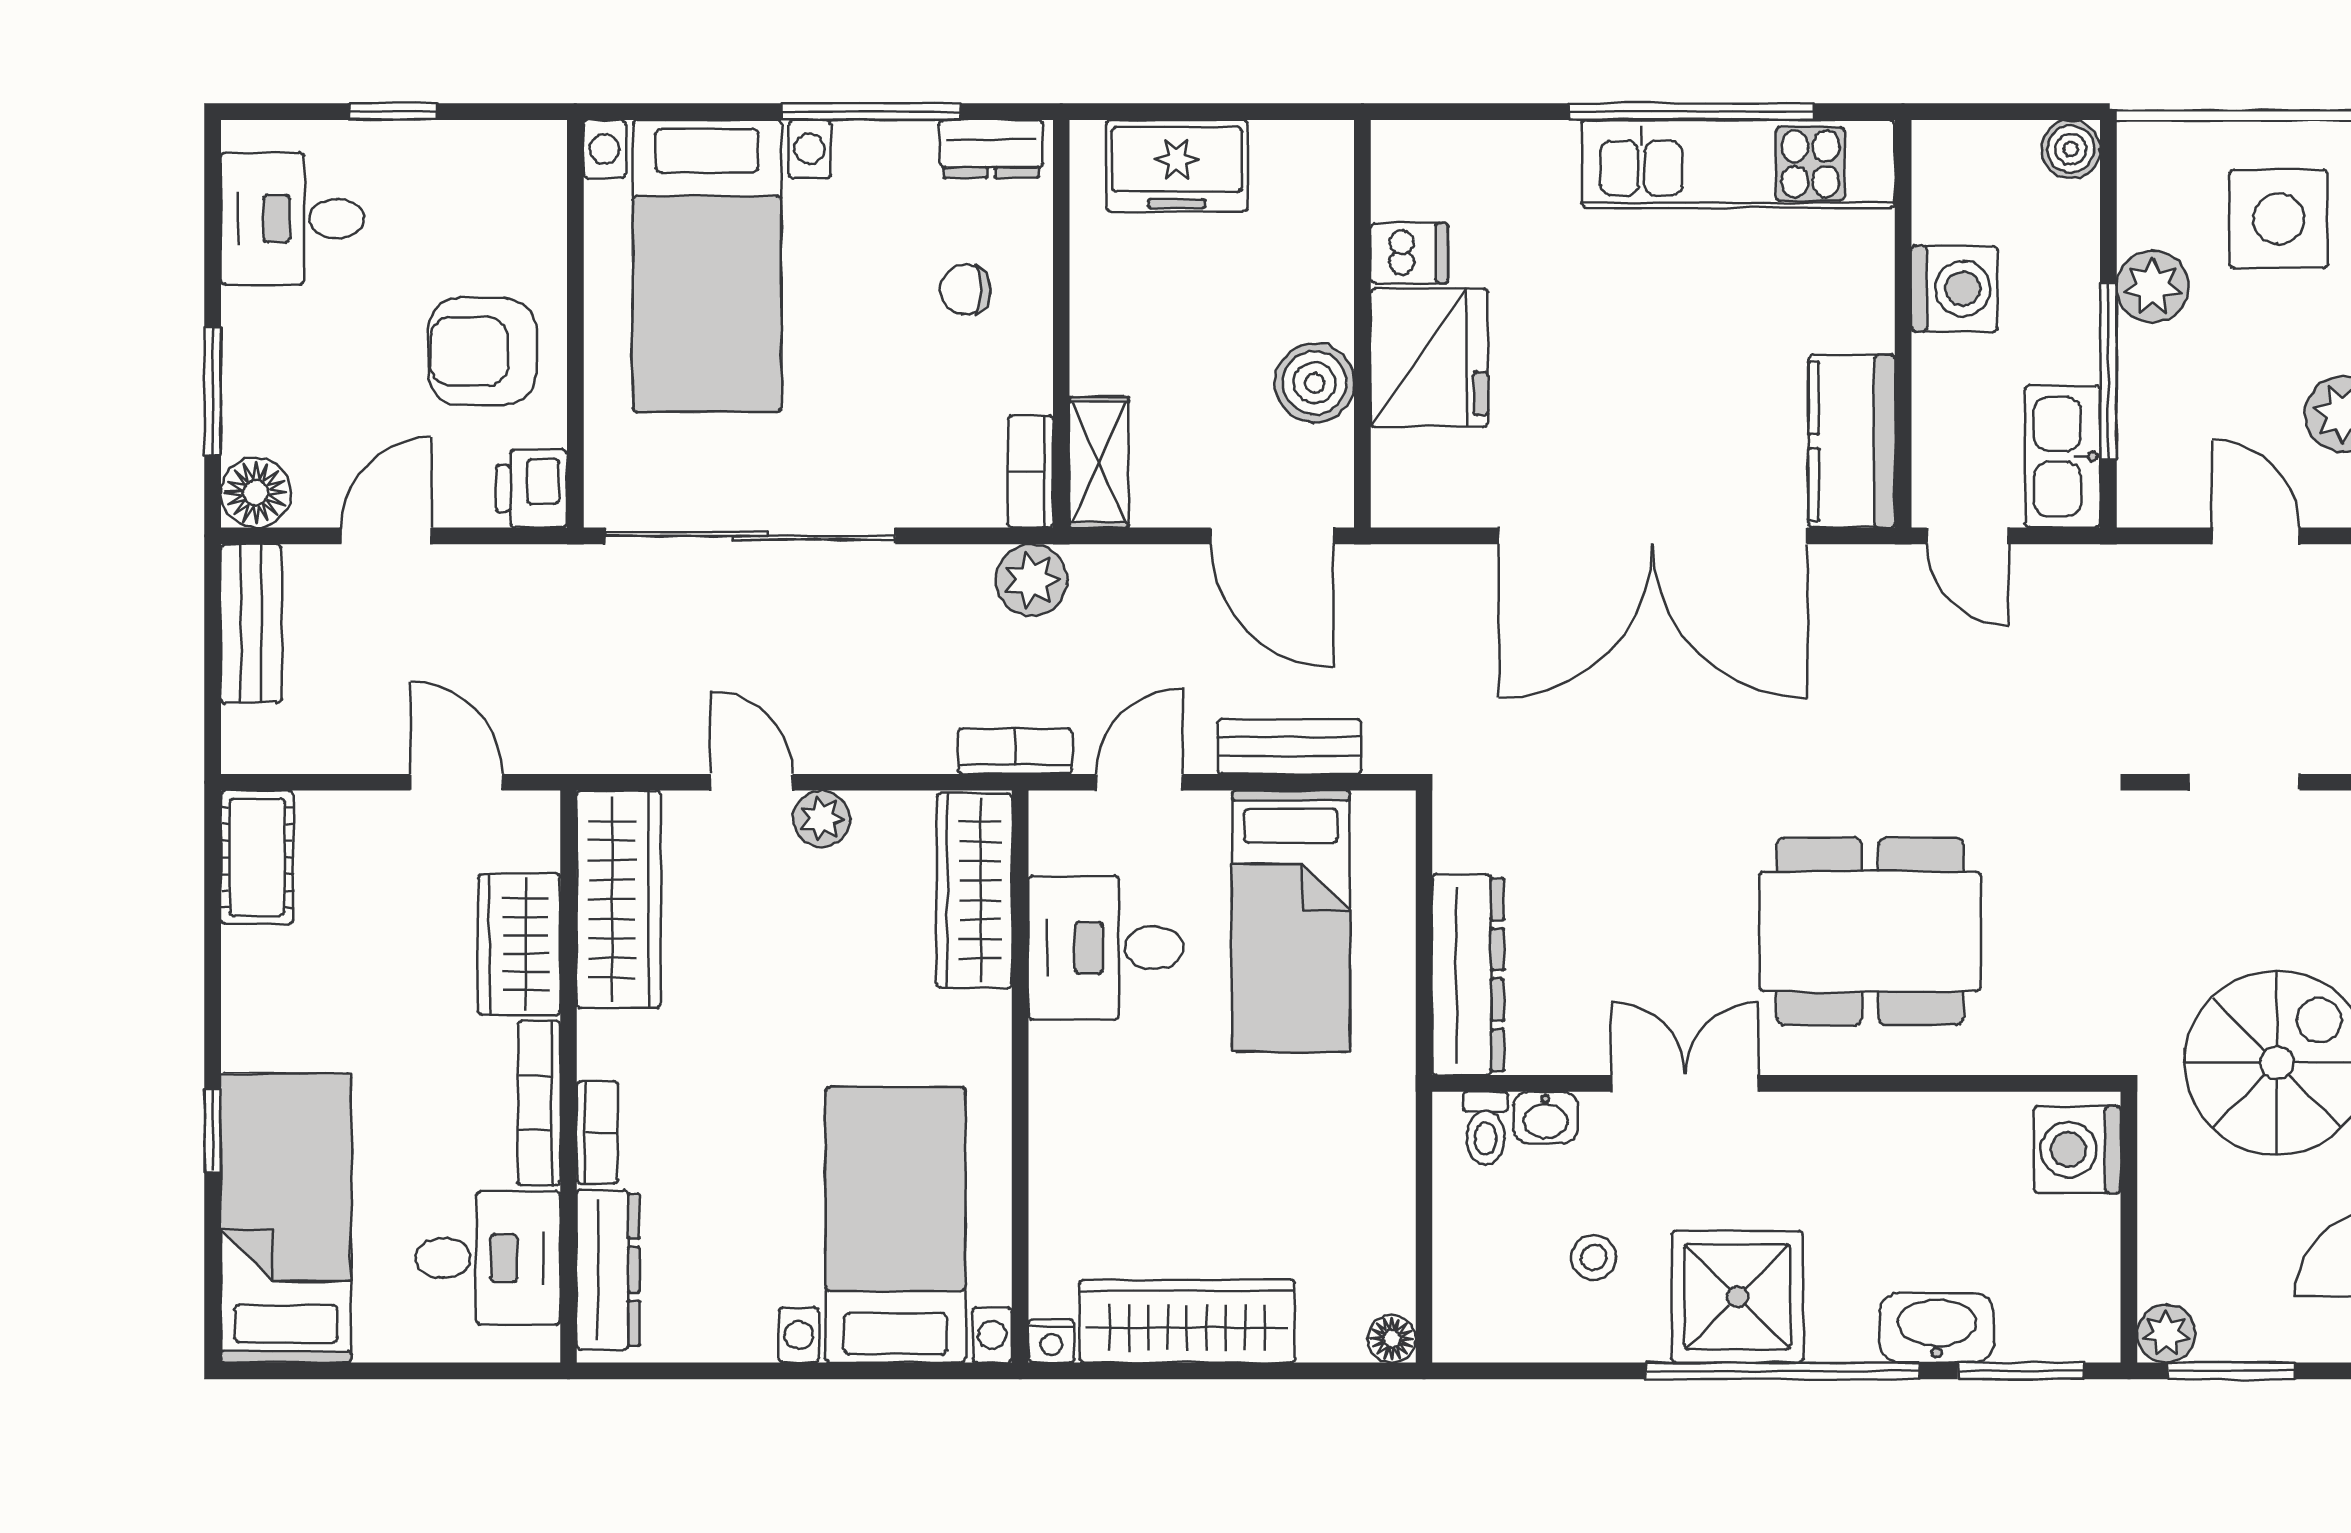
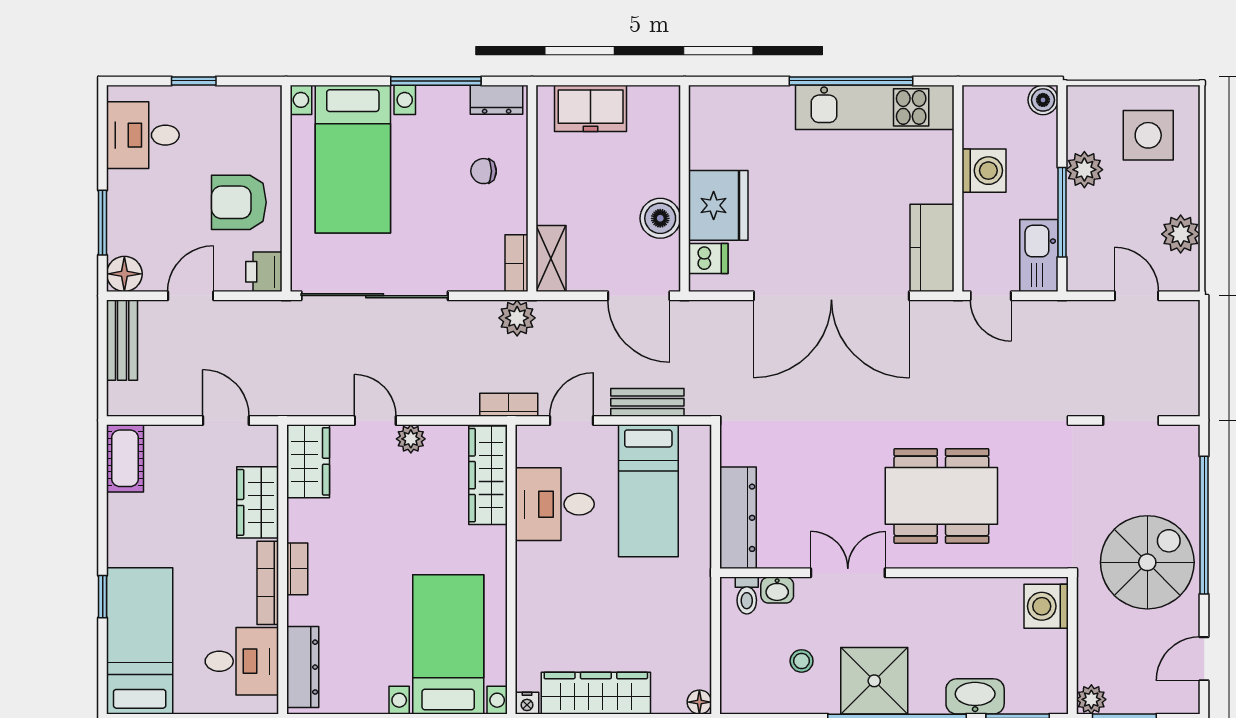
dishwasher: (1409, 253) -> (708, 258), moved
wardrobe: (619, 899) -> (308, 461), width x0.67
bookcase: (597, 1132) -> (297, 569), moved

